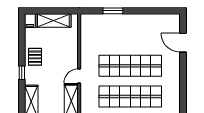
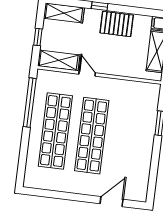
pallet: (35, 57) -> (117, 24), width x1.50, depth x1.42

